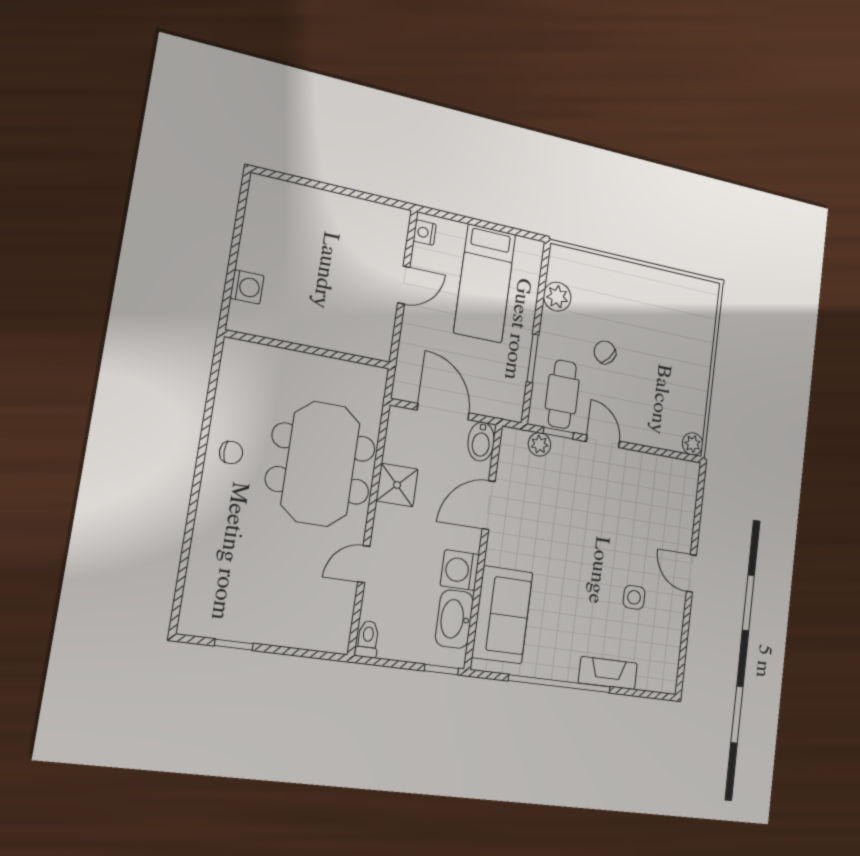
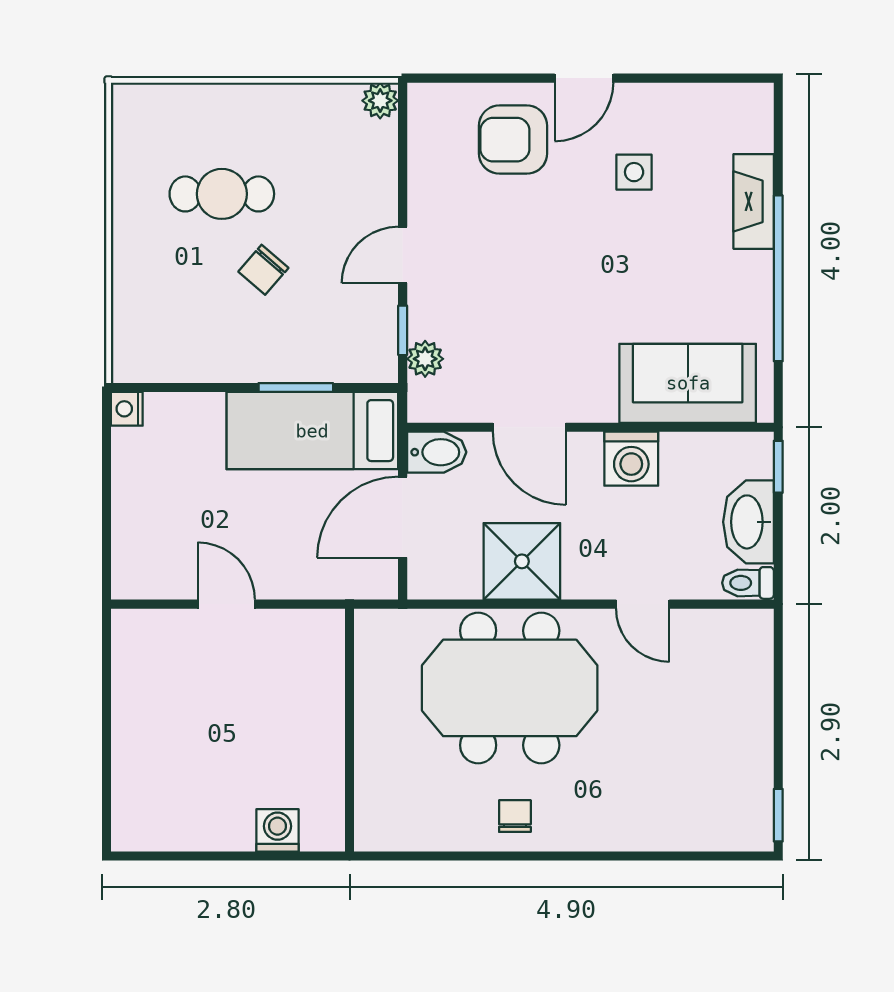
nightstand: (425, 233) -> (127, 409), moved, turned 90
bed: (485, 283) -> (312, 431), moved, turned 180
plant: (557, 297) -> (193, 360), removed
cafe table: (562, 394) -> (222, 194), moved
shower: (397, 485) -> (522, 561), width x1.36, depth x1.36
armchair: (661, 523) -> (513, 140), added
washbasin: (454, 619) -> (748, 522), moved, turned 90
window: (234, 645) -> (778, 815), moved

